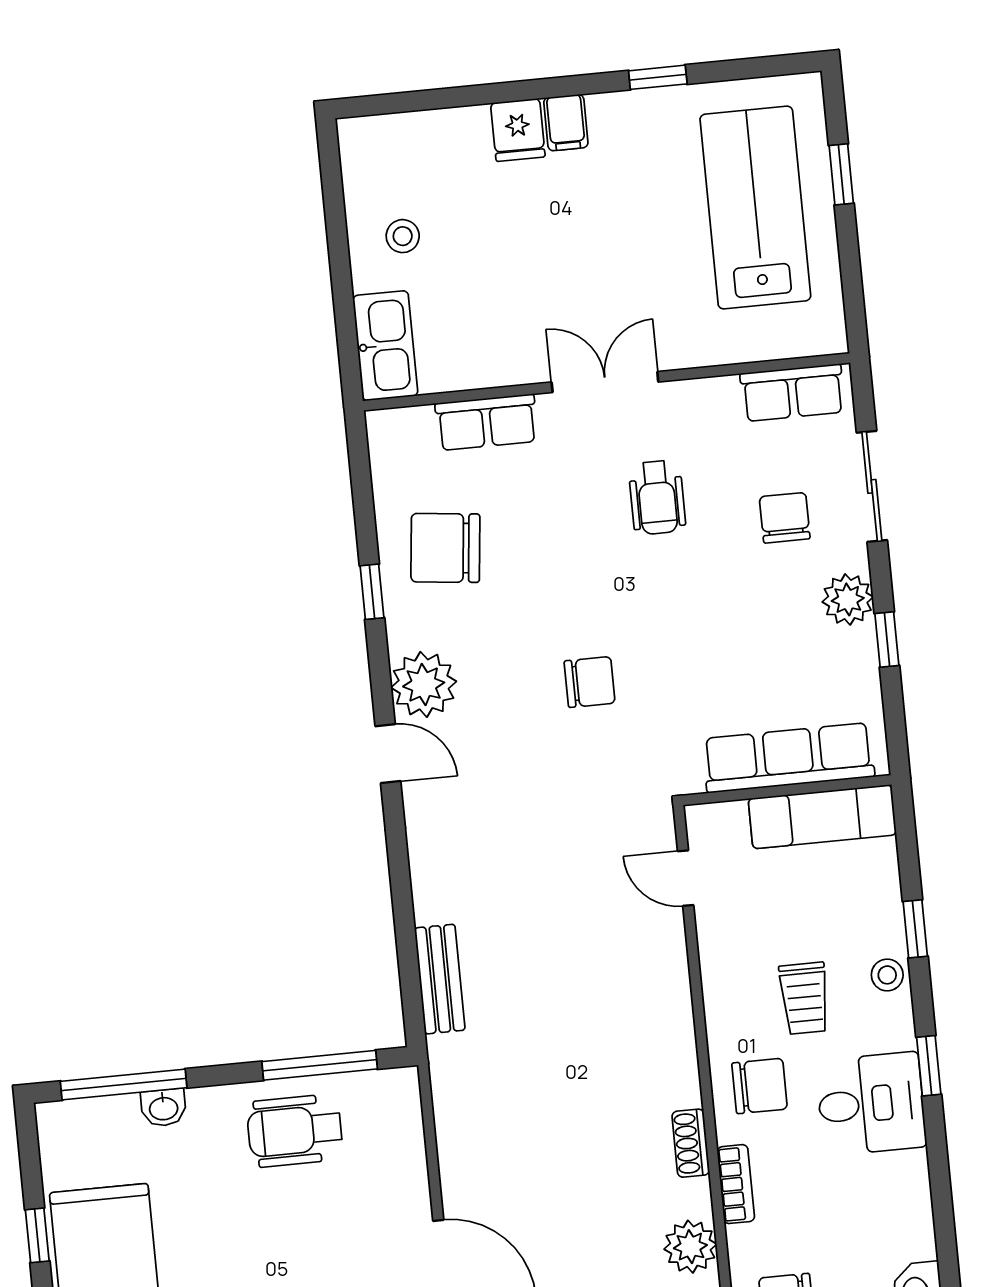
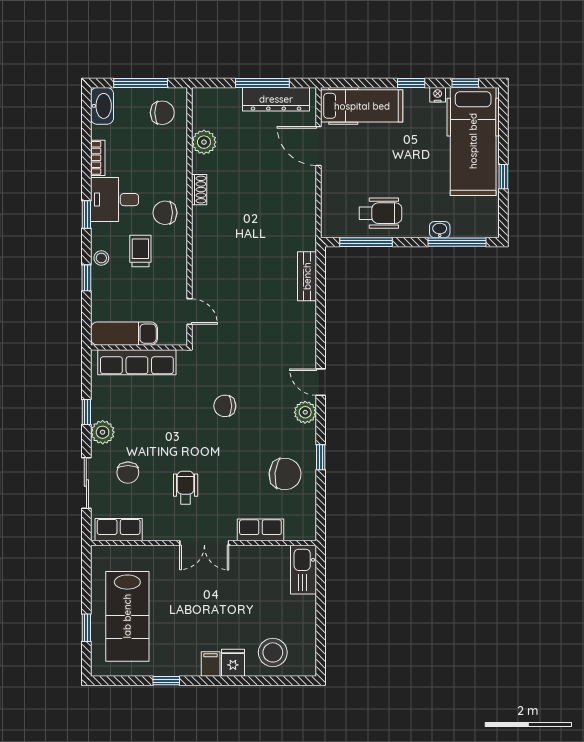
stool: (403, 236) -> (273, 652), moved, width x1.89, depth x1.89
plant: (424, 684) -> (305, 412), width x0.73, depth x0.73
bookcase: (736, 1184) -> (98, 158), moved, turned 180

